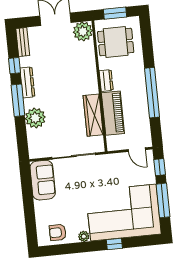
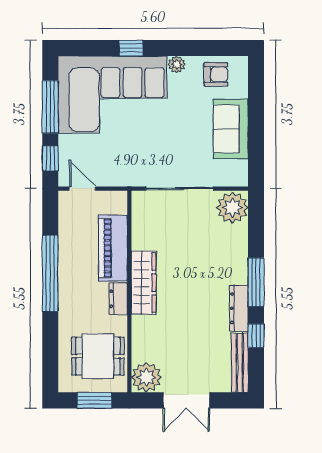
bench: (23, 42) -> (240, 363), width x1.36
wardrobe: (93, 115) -> (144, 283), moved
plant: (35, 118) -> (232, 208), moved
sofa: (43, 180) -> (231, 129), moved

